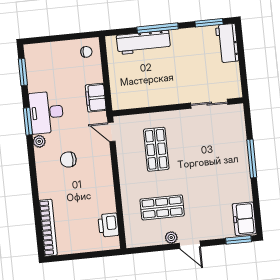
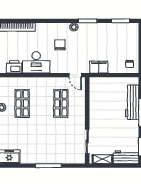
shelving: (234, 78) -> (102, 159), added
desk: (46, 112) -> (36, 62), moved, turned 180
door: (111, 132) -> (75, 75), swing flipped
shop shelf: (156, 149) -> (61, 103), turned 90

